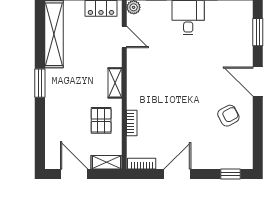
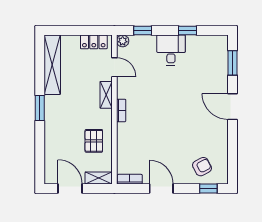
shelving: (115, 83) -> (106, 95), moved
armchair: (228, 116) -> (202, 167), moved
bookcase: (132, 123) -> (121, 110), moved
door: (177, 174) -> (161, 188), hinge flipped

